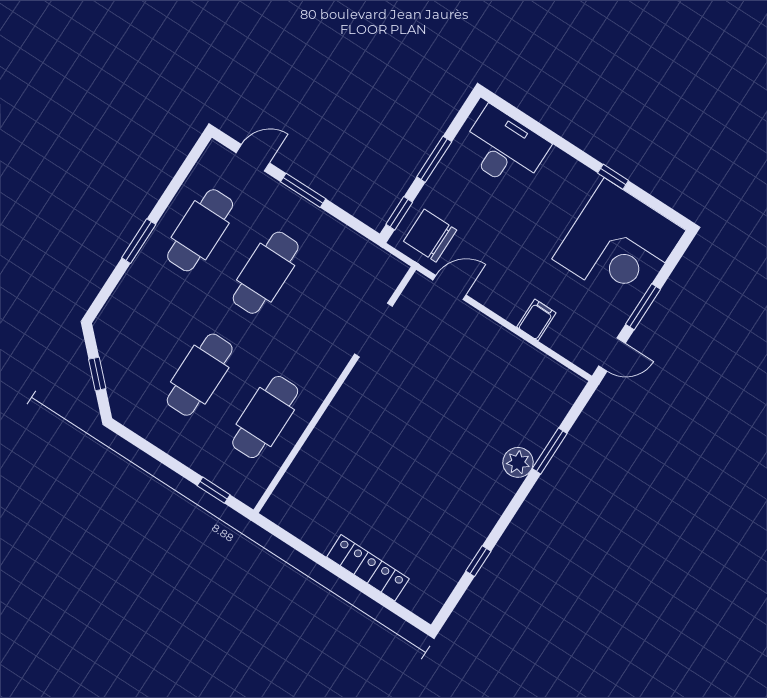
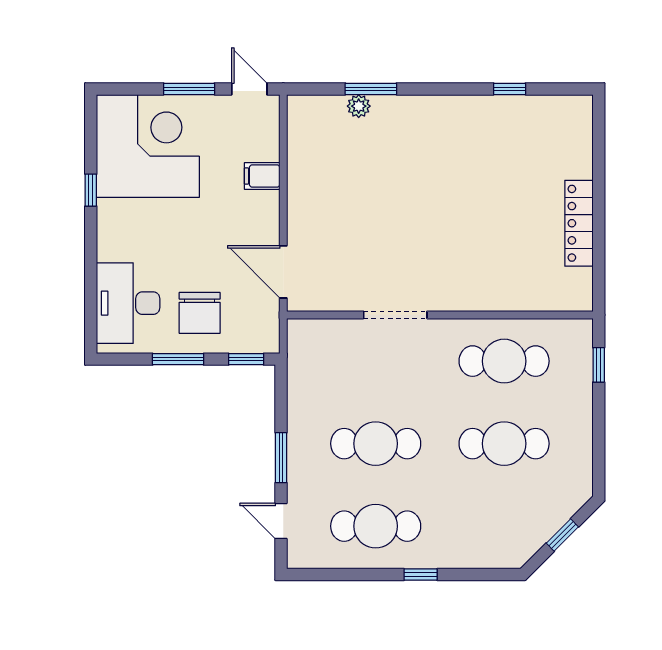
chair: (430, 236) -> (200, 313), moved
window: (139, 241) -> (421, 574), width x0.67
door: (449, 288) -> (283, 272), width x1.38
doorway: (373, 330) -> (395, 315), moved
plant: (518, 462) -> (359, 106), moved, width x0.73, depth x0.73
locker: (368, 568) -> (579, 223), moved

